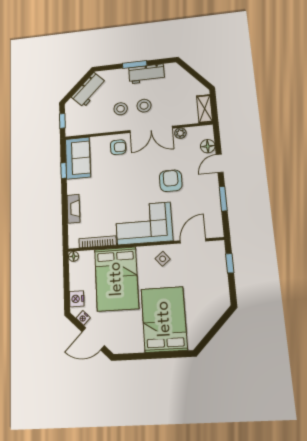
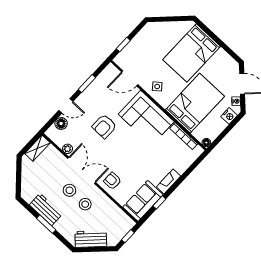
fireplace: (73, 209) -> (169, 181), moved

